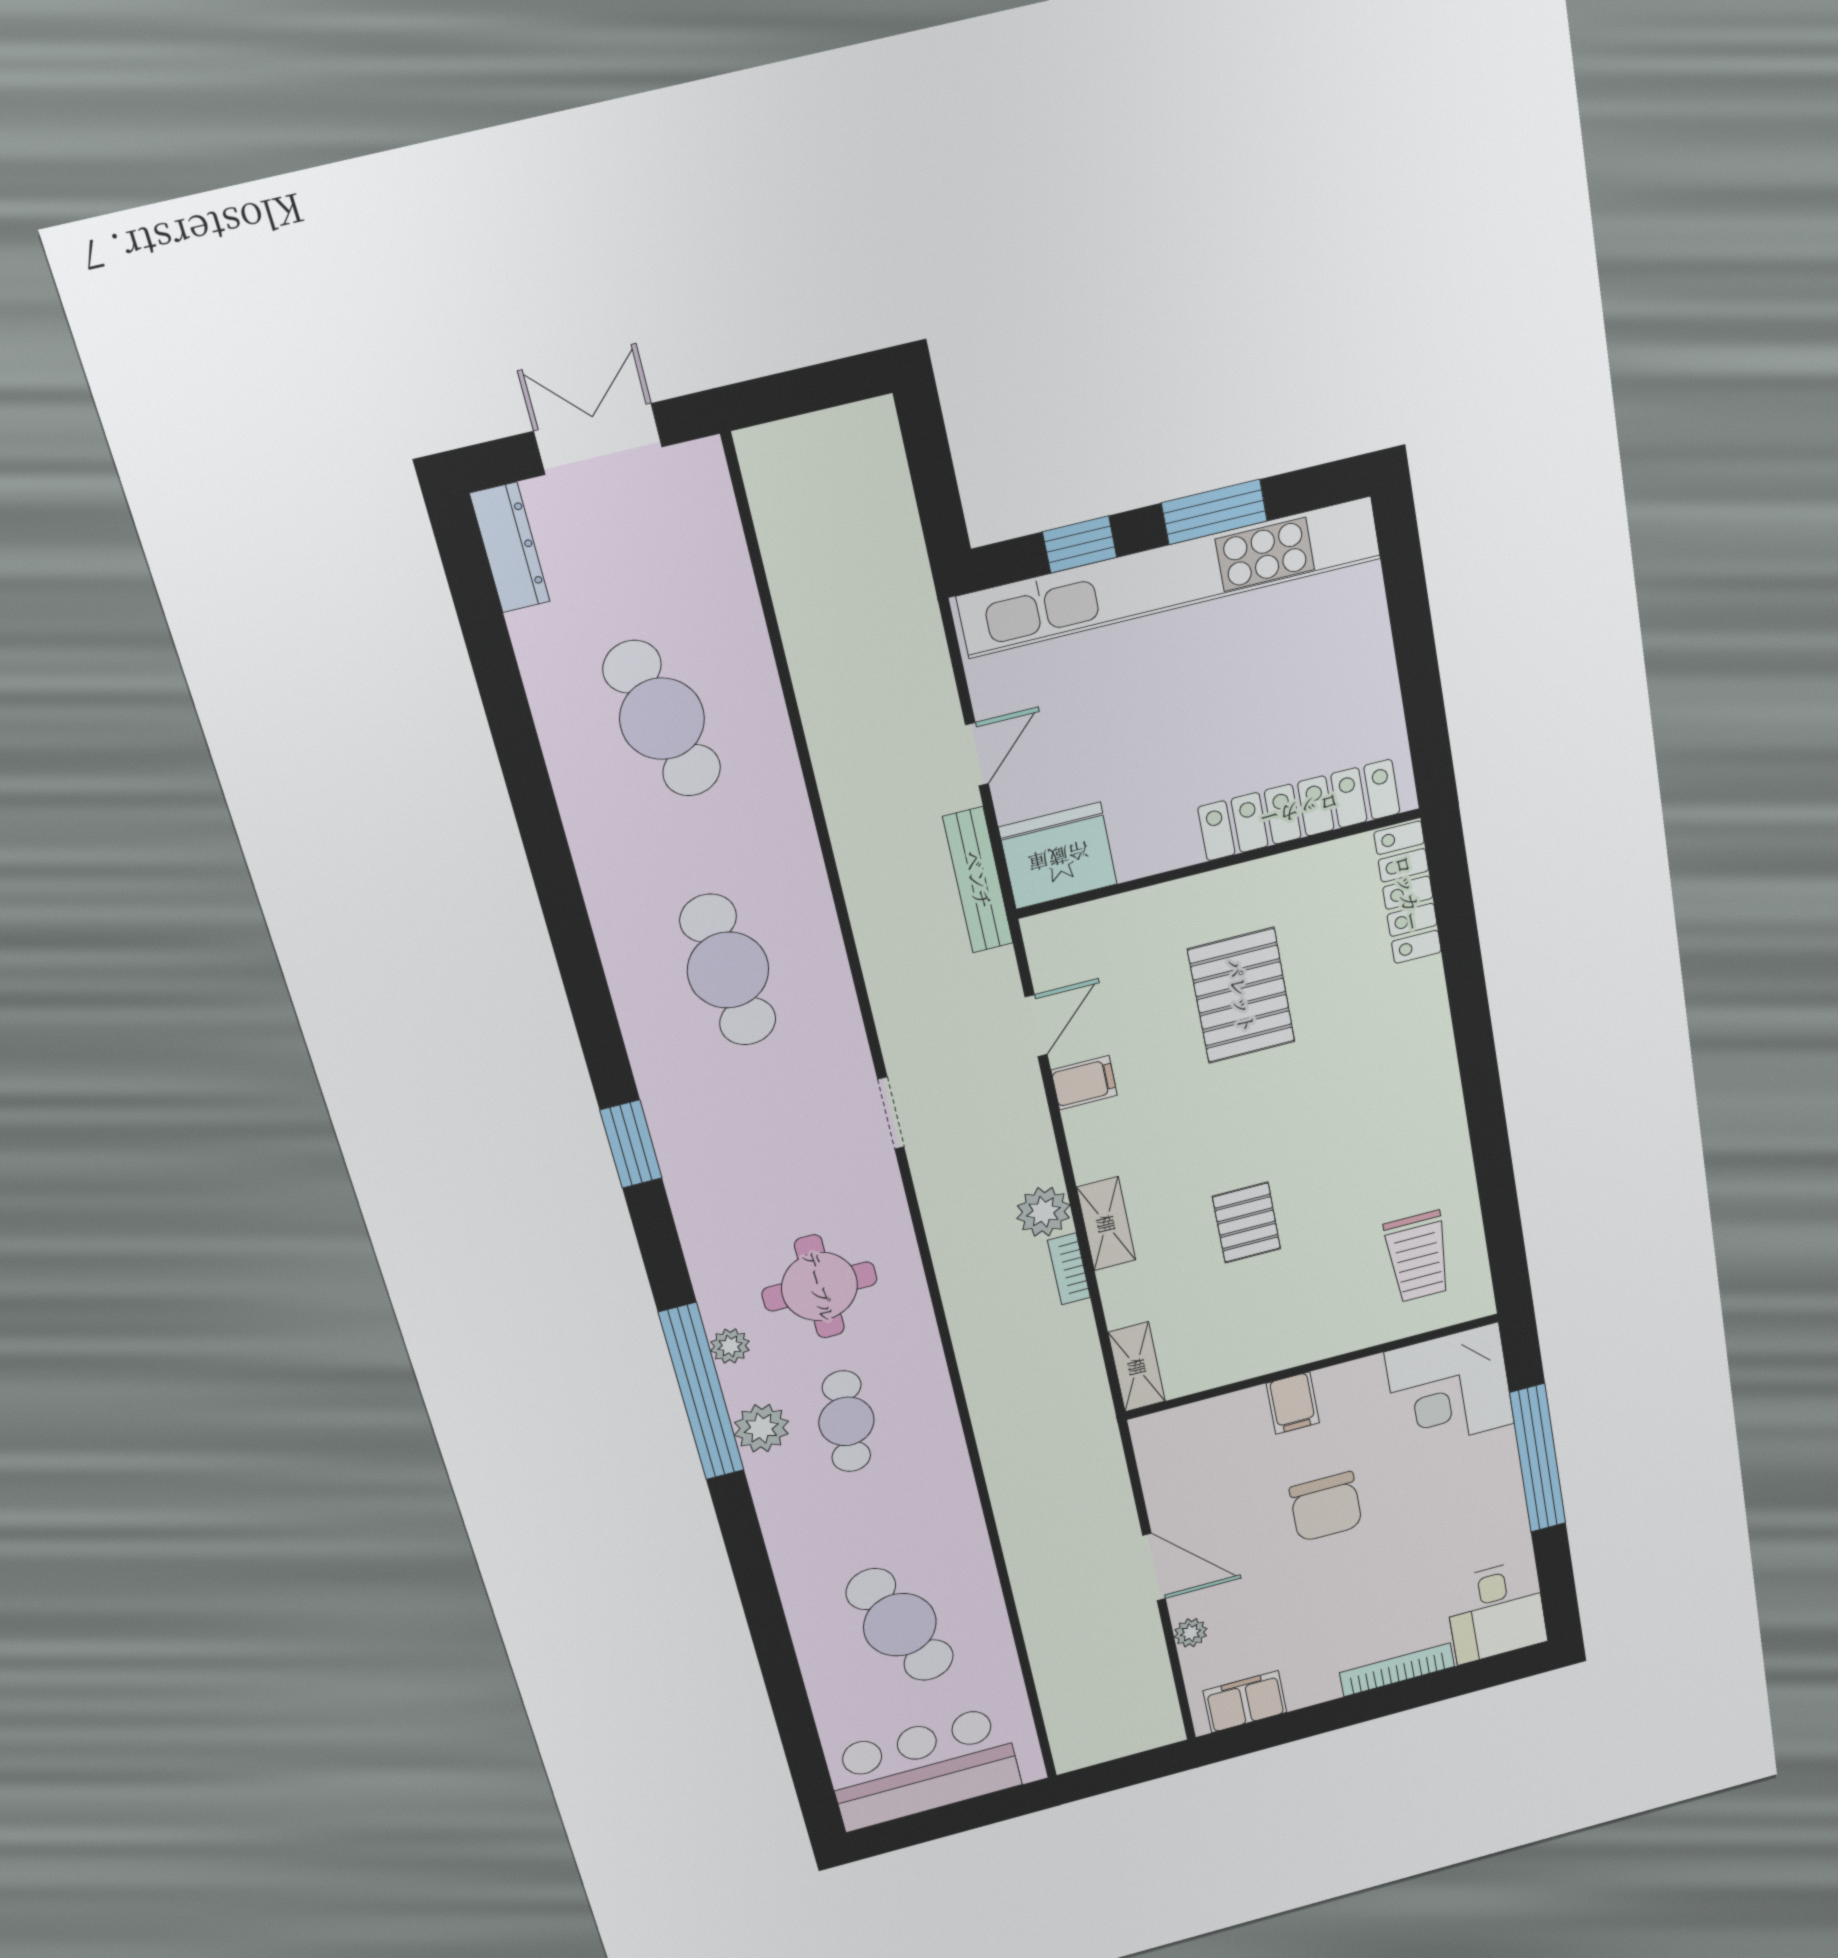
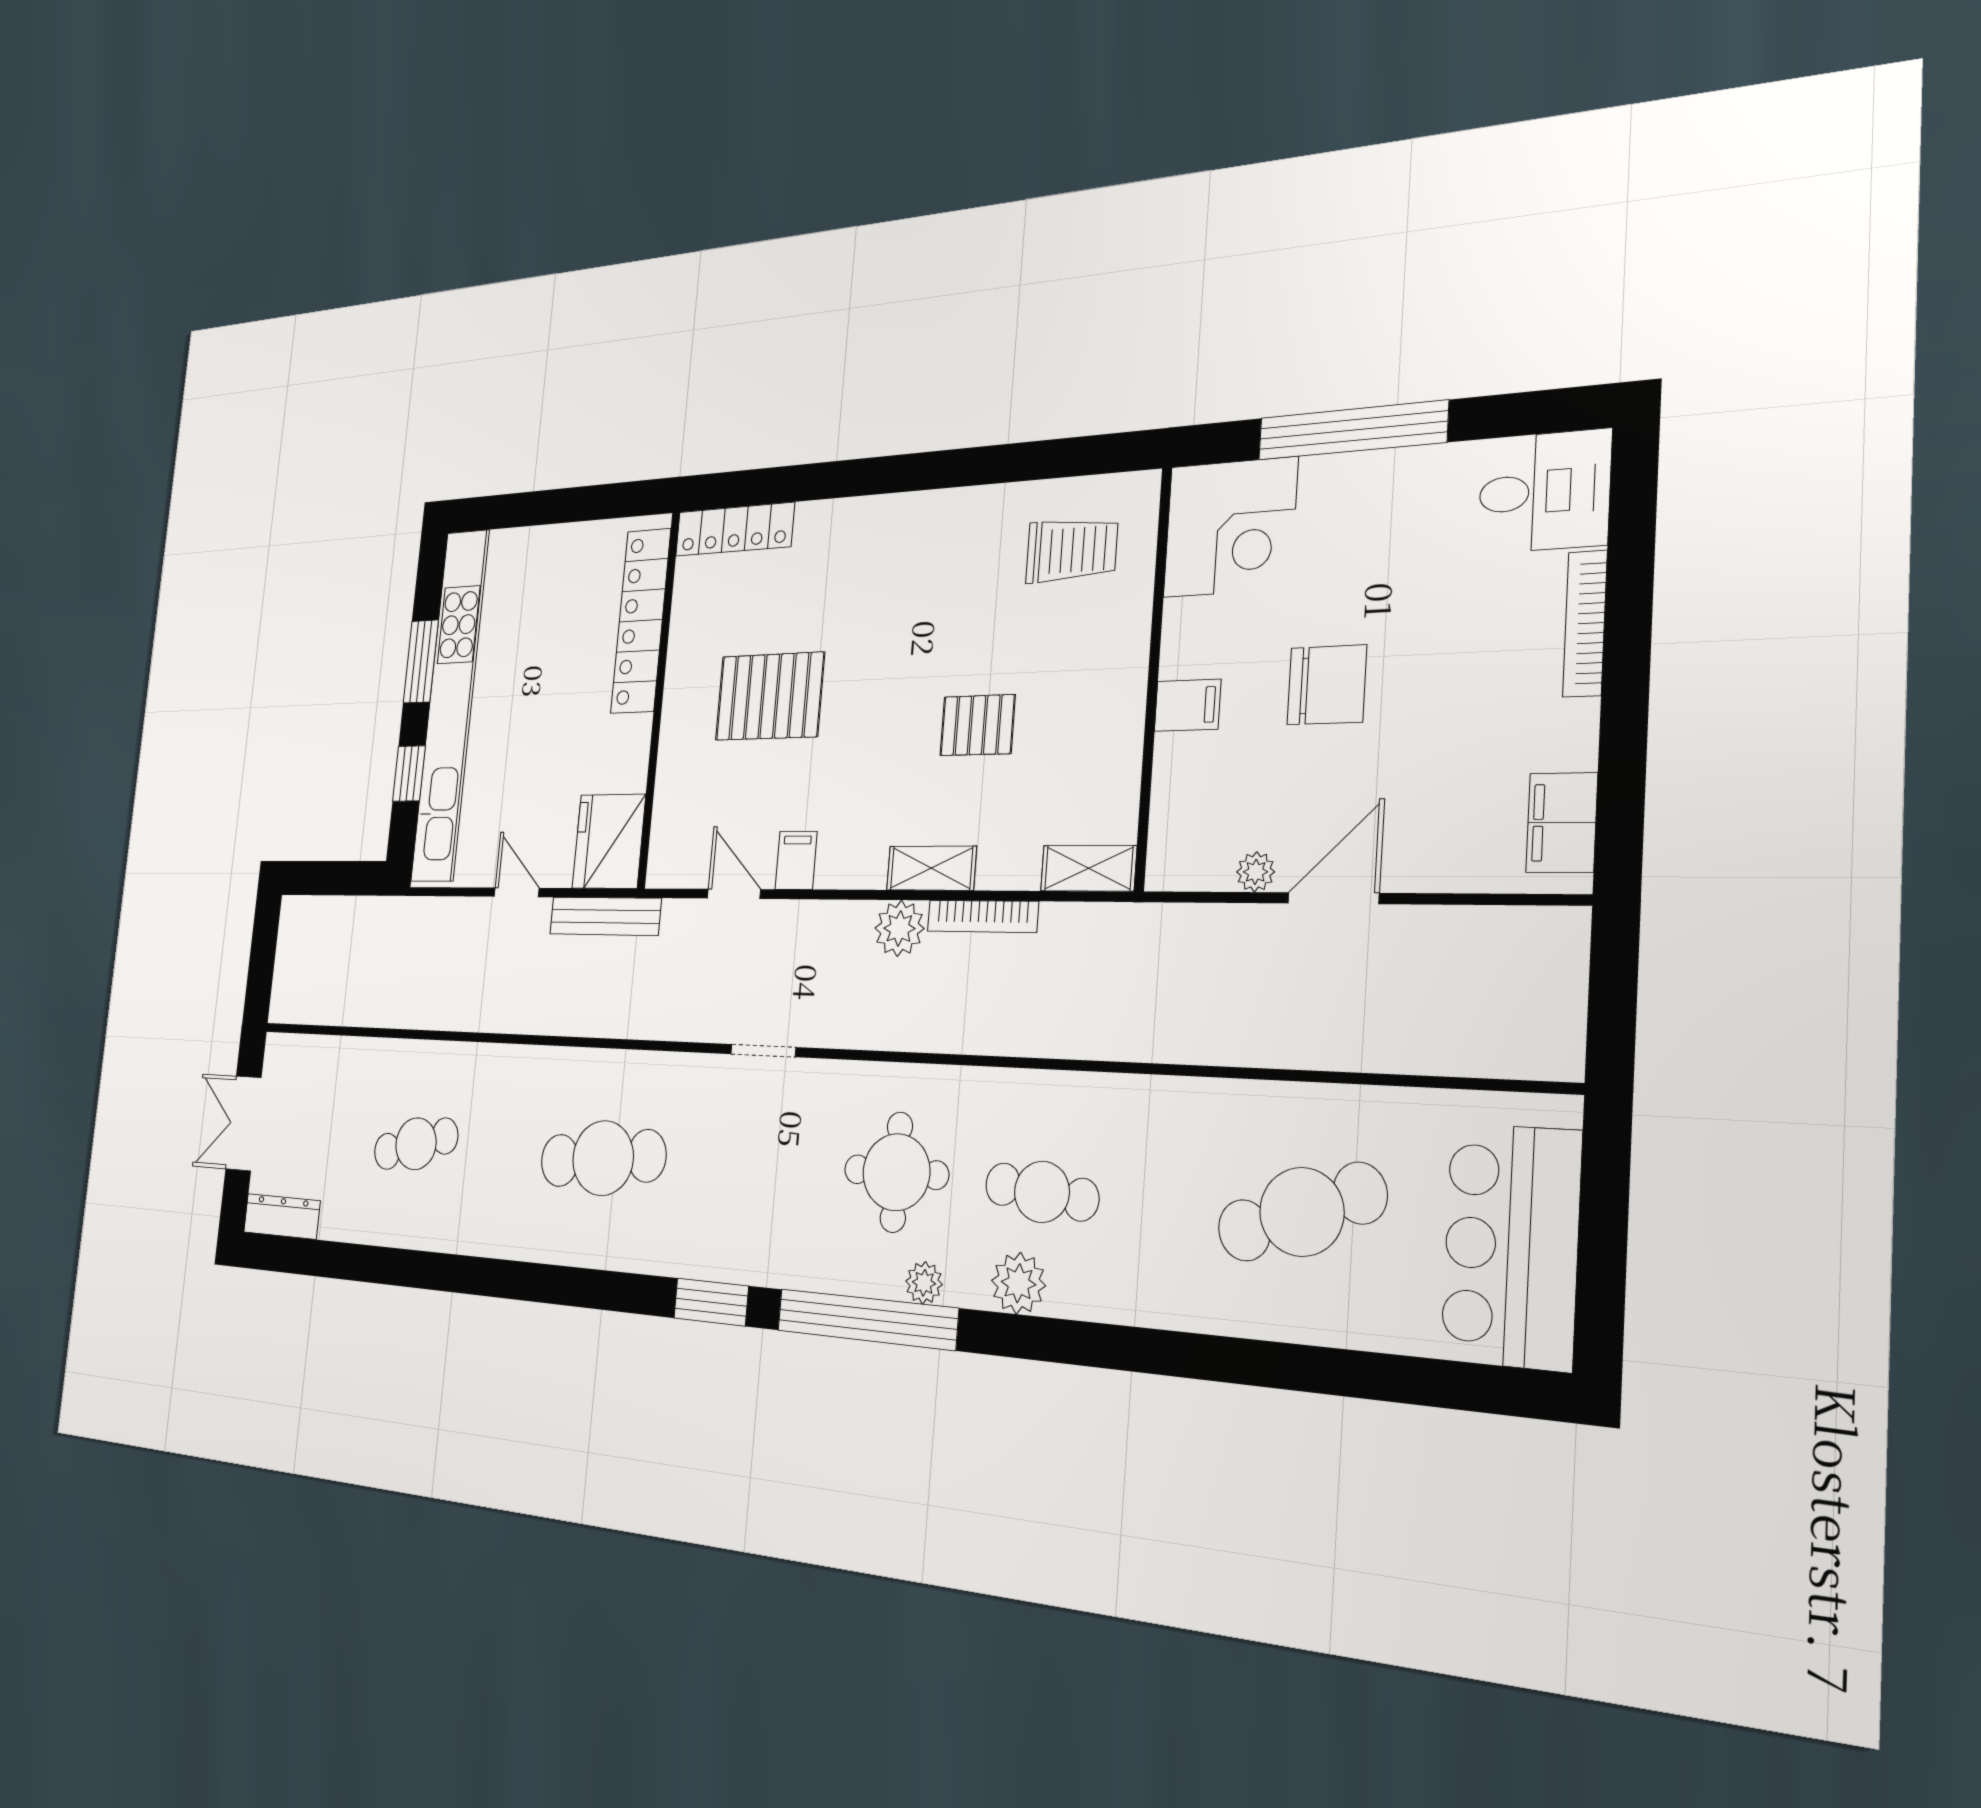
cafe table: (662, 719) -> (416, 1144), width x0.73, depth x0.74
bookcase: (1069, 1269) -> (983, 916), width x1.56
window: (701, 1392) -> (867, 1319), moved
plant: (1191, 1633) -> (1256, 872), moved

